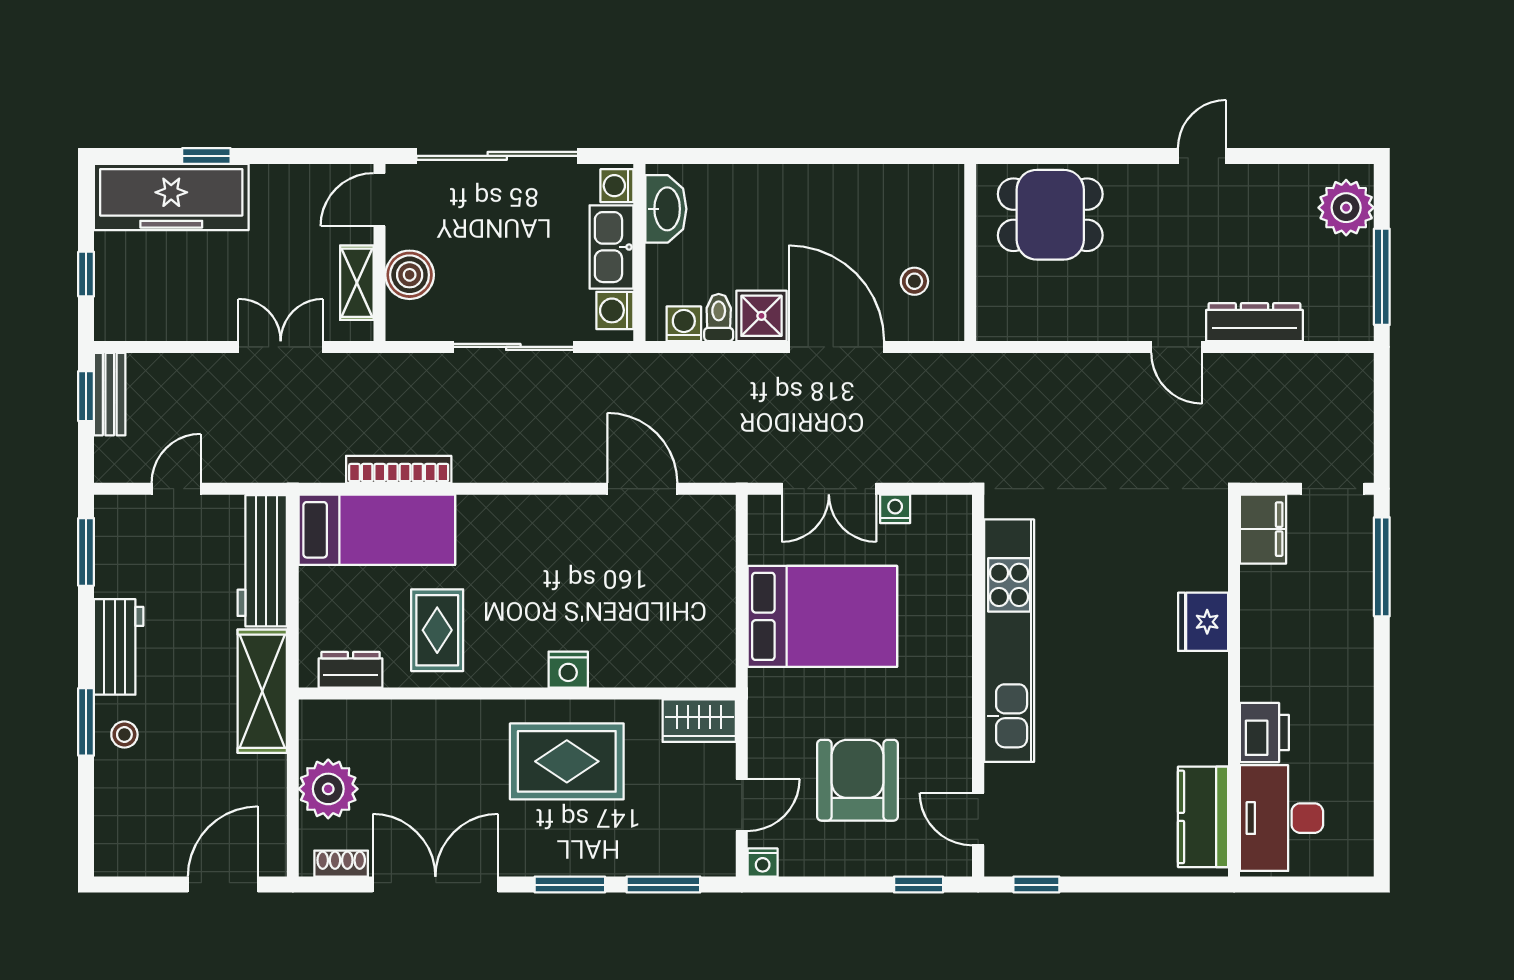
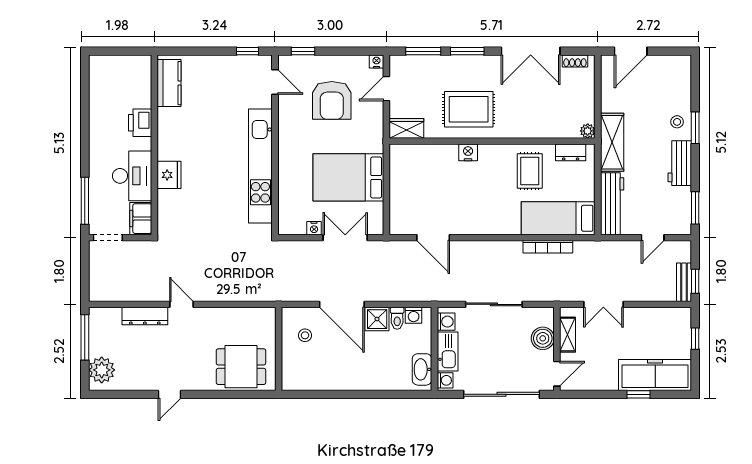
plant: (328, 789) -> (588, 131), moved, width x0.53, depth x0.53
desk: (1282, 818) -> (132, 176), moved

